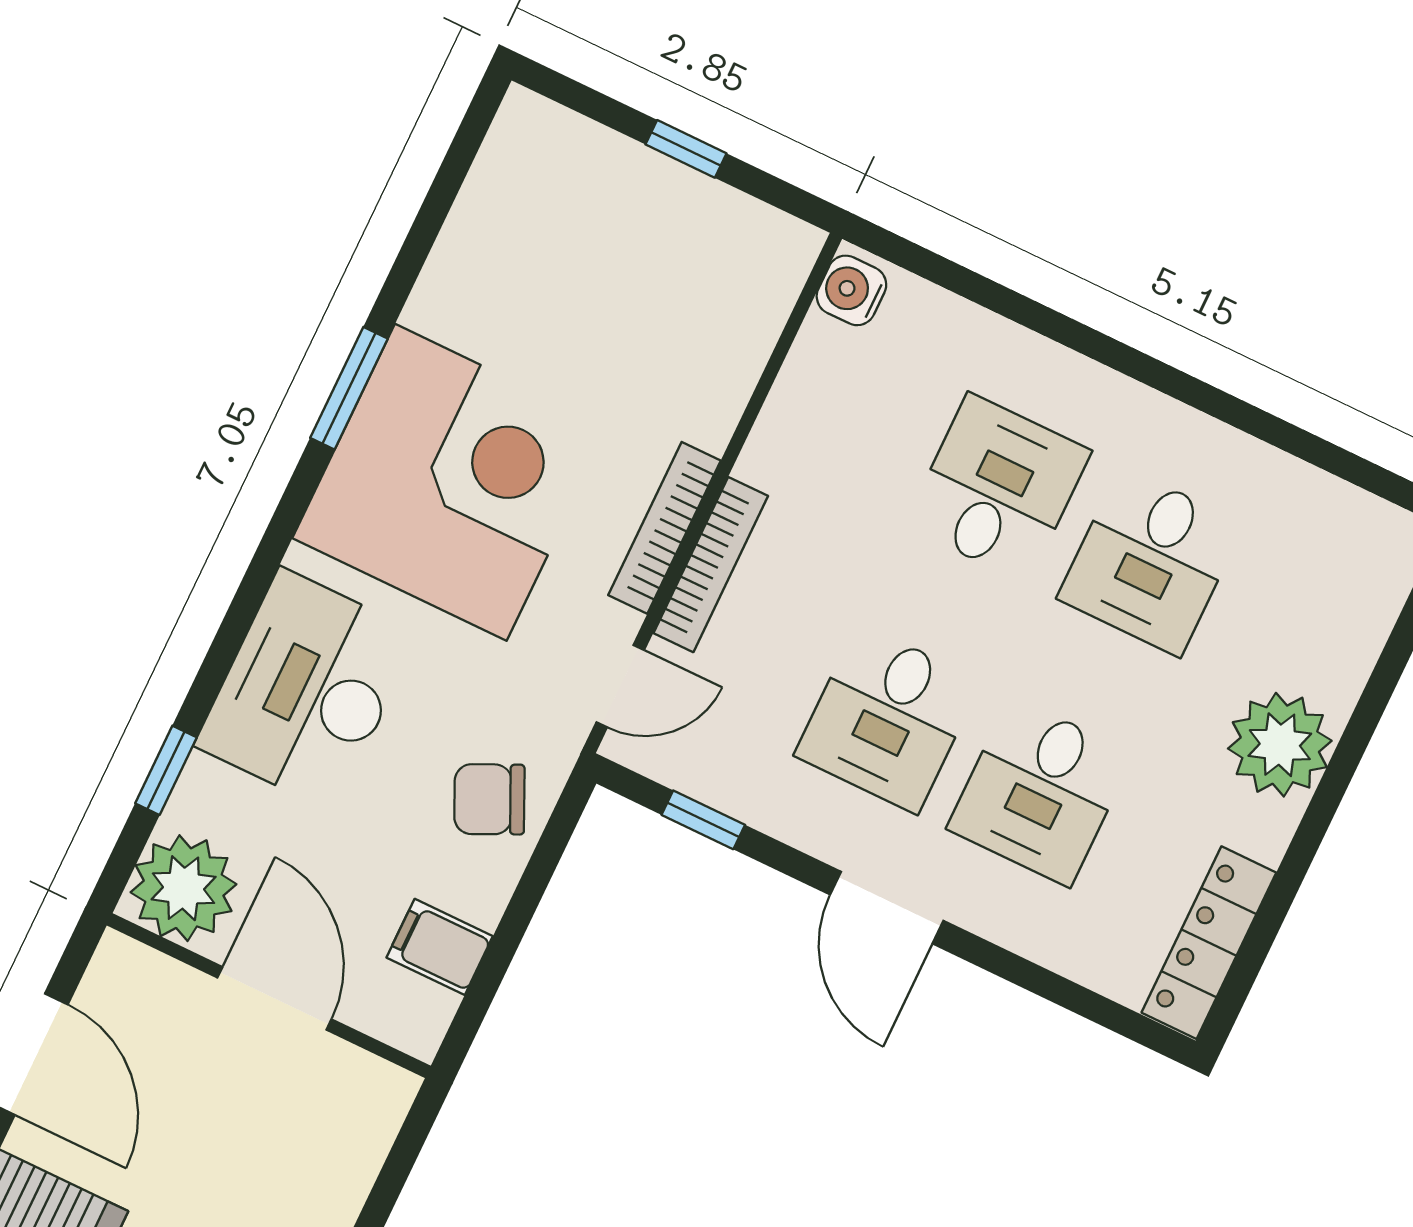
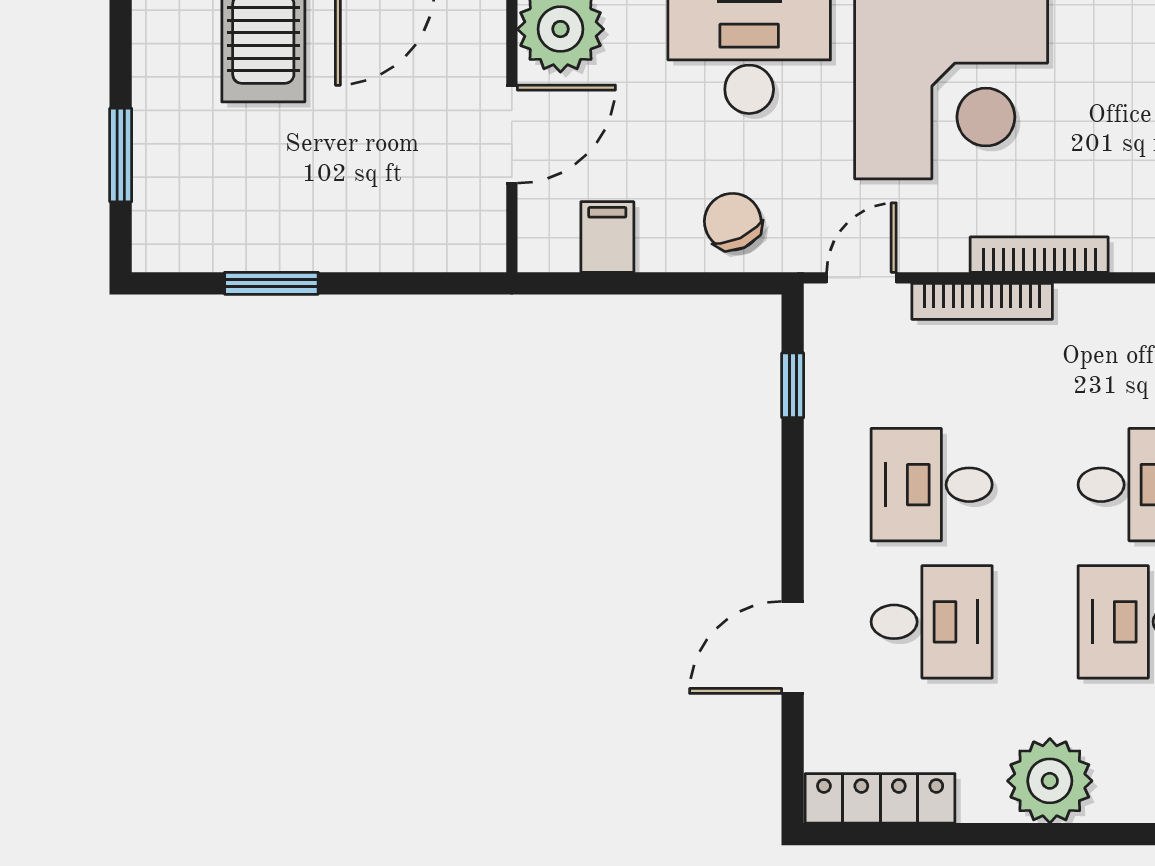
bookcase: (664, 528) -> (1039, 255), moved
door: (620, 686) -> (861, 278), swing flipped
desk: (1040, 791) -> (932, 622), turned 180
door: (887, 908) -> (793, 647), moved

